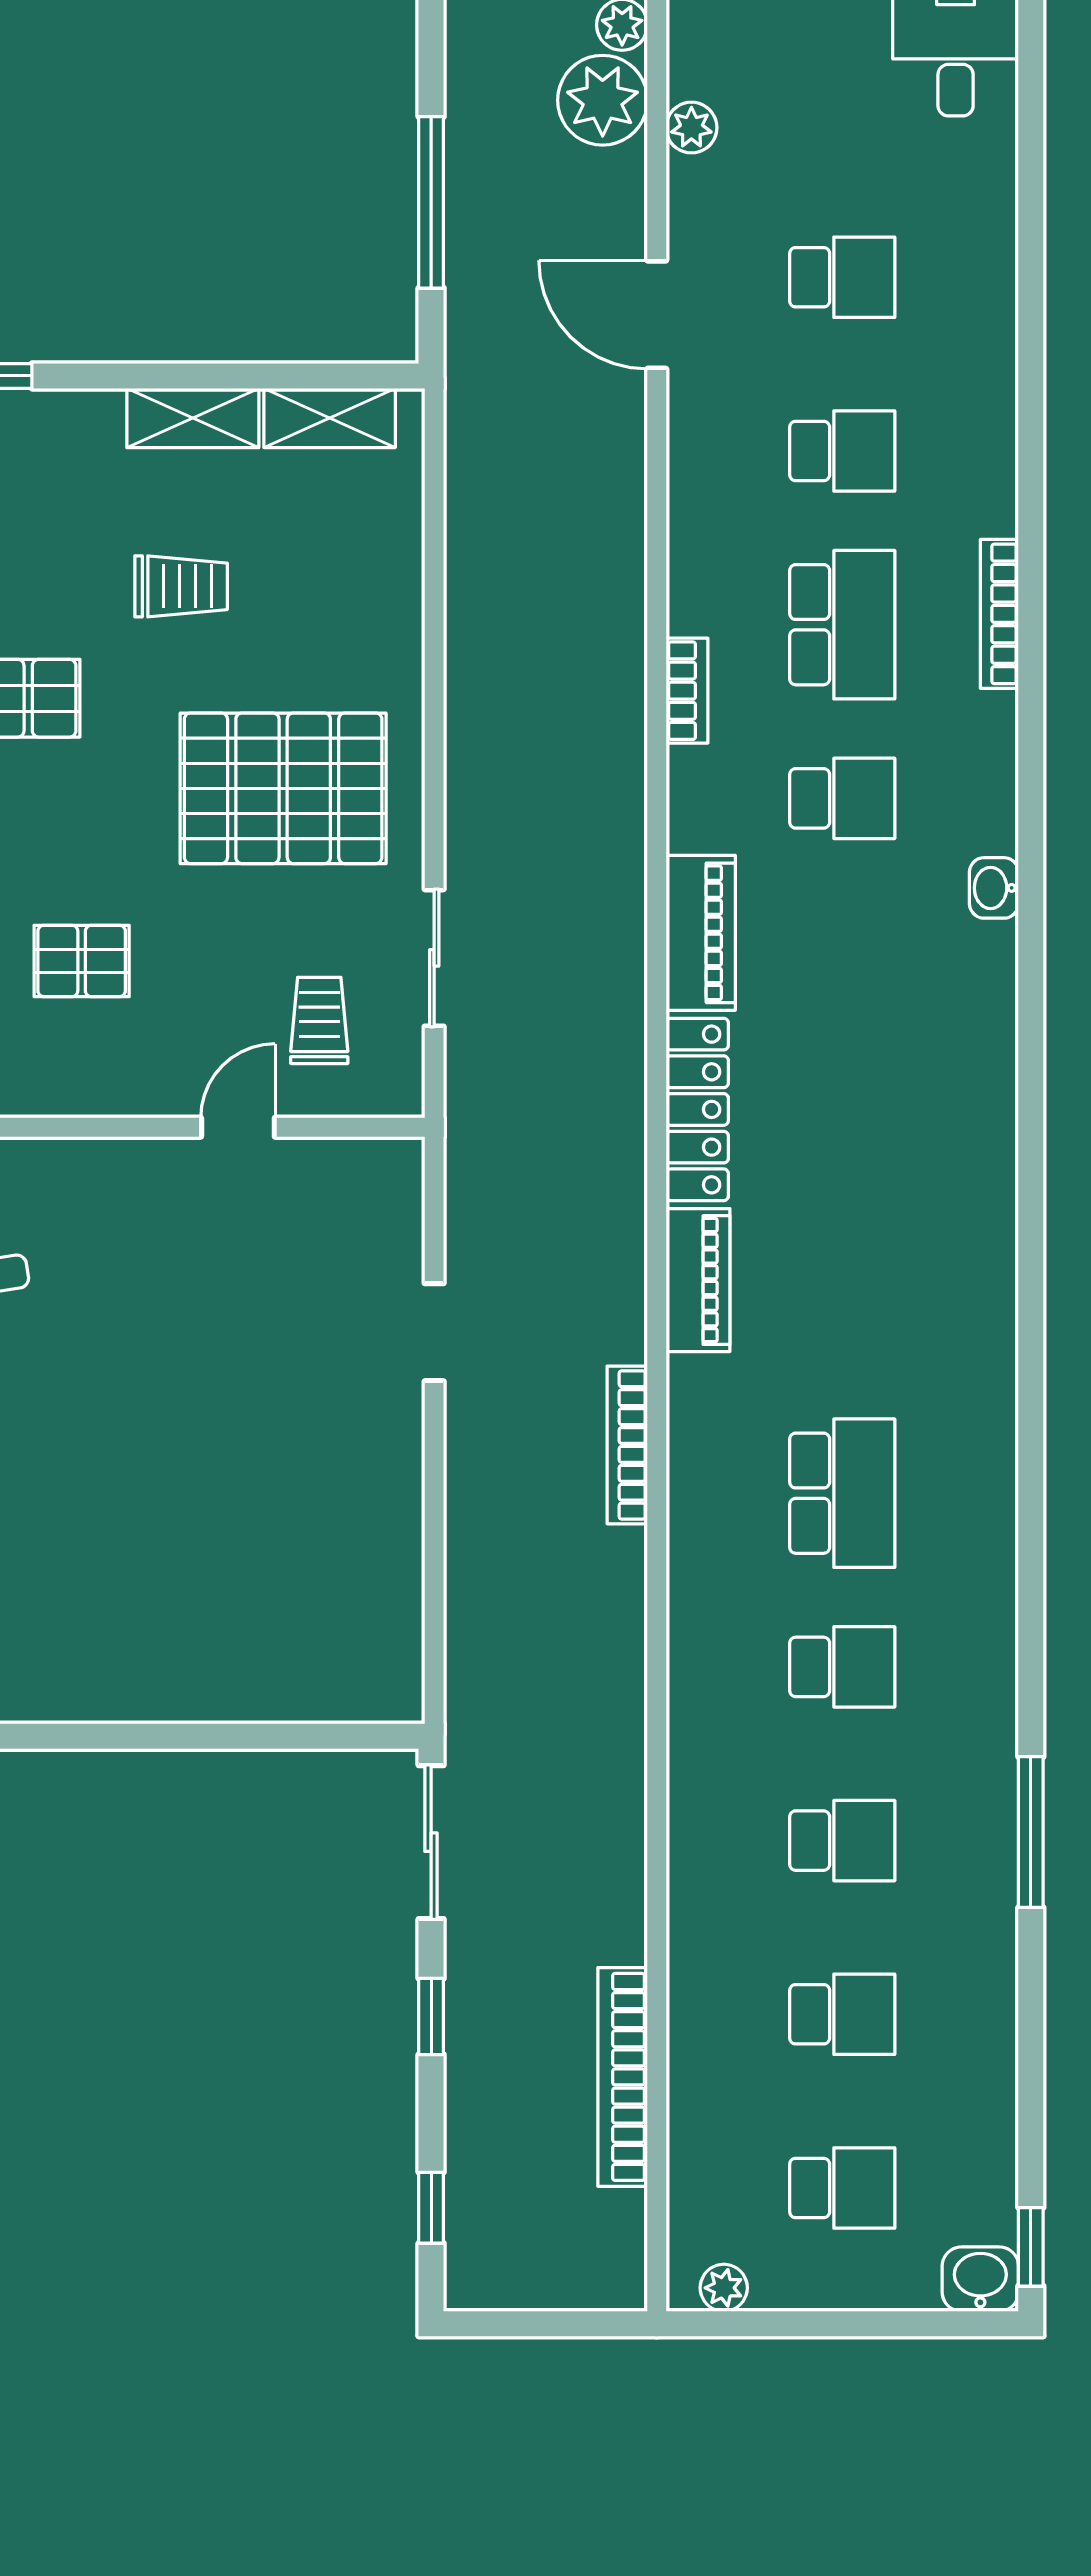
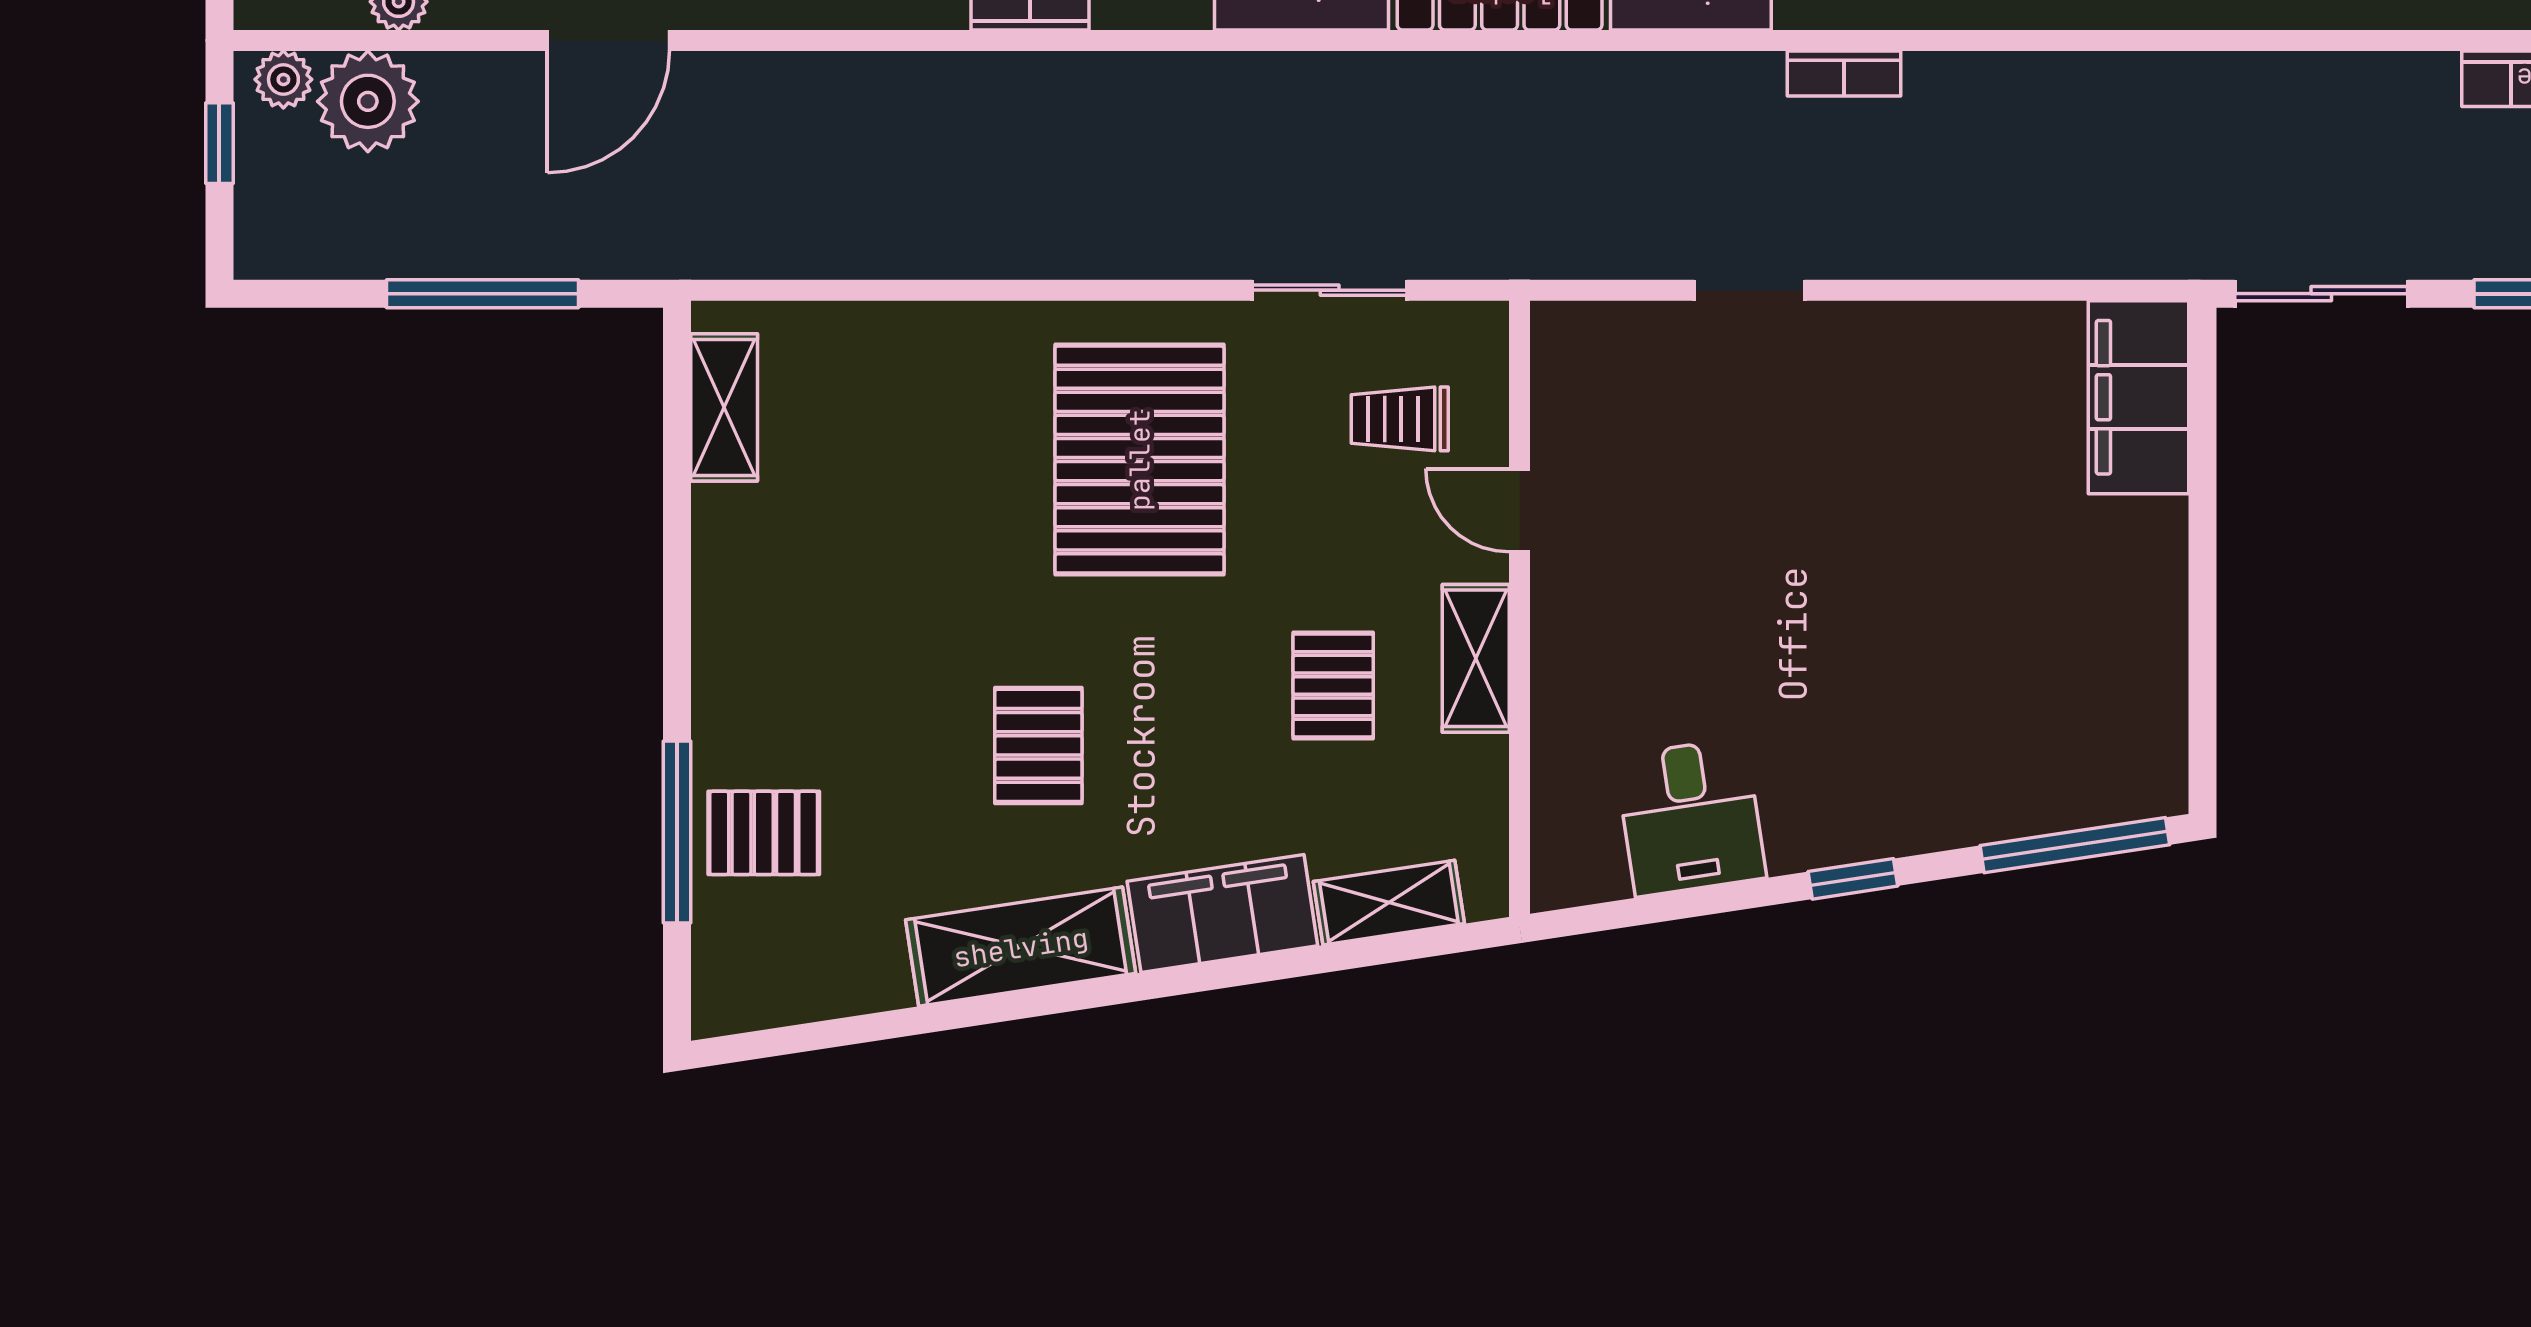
shelving: (193, 418) -> (1476, 658), moved
trolley: (181, 586) -> (913, 574), removed
bookcase: (627, 1445) -> (1844, 74), width x0.64
filing cabinet: (339, 1679) -> (2139, 397), added

